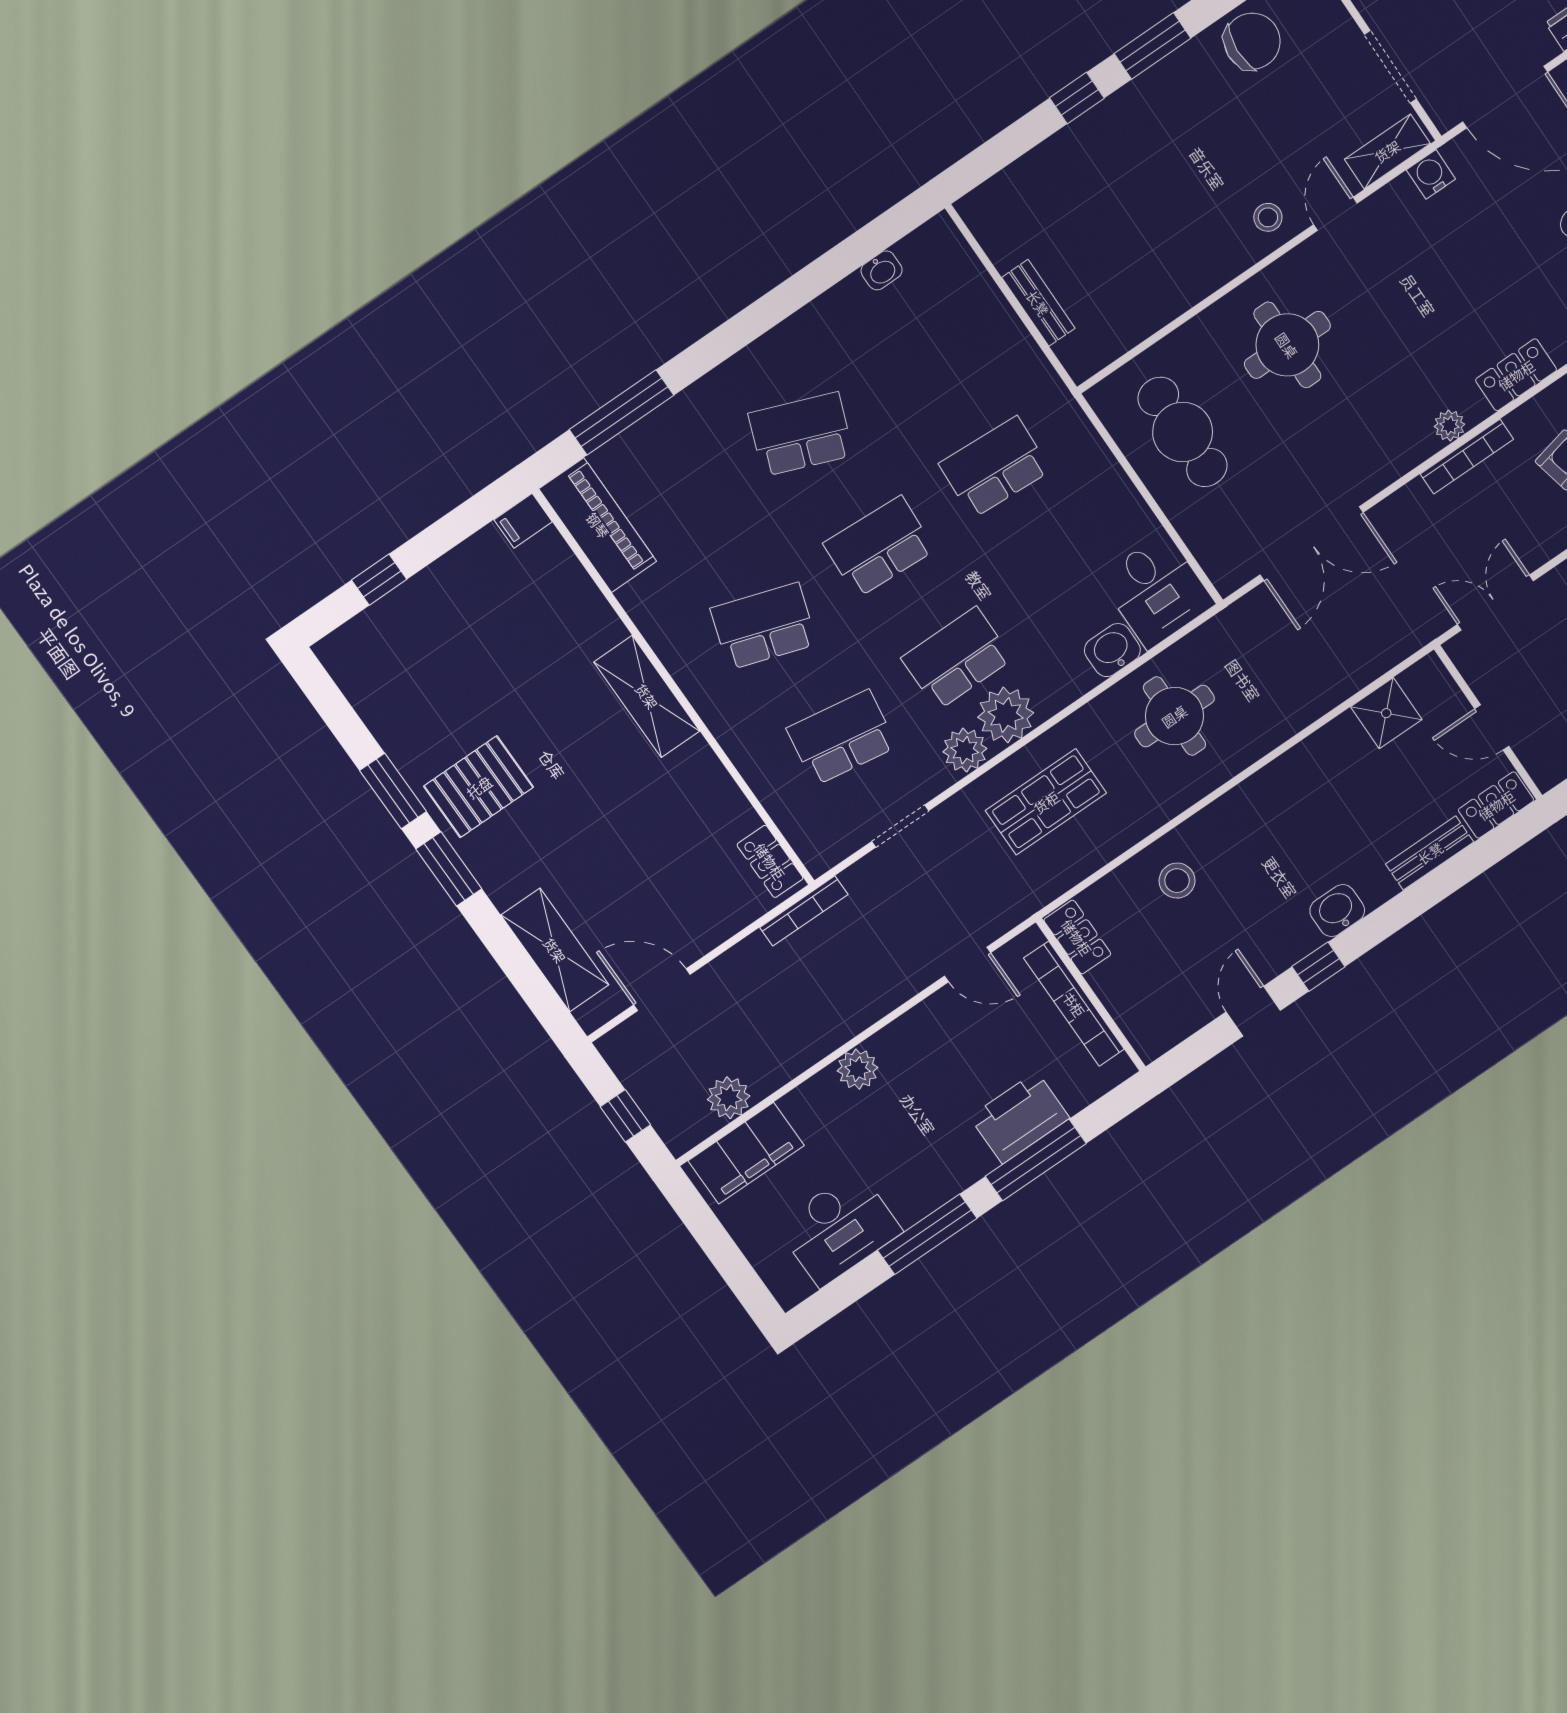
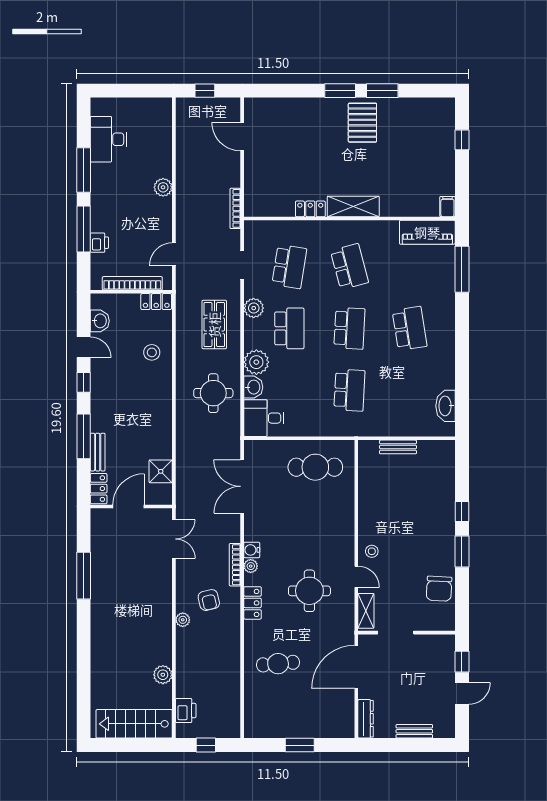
water cooler: (1431, 174) -> (252, 550), moved, turned 180
washbasin: (882, 270) -> (446, 406), width x1.91, depth x1.45
round table: (1287, 345) -> (309, 591), moved
school desk: (801, 434) -> (410, 328), turned -30
school desk: (764, 626) -> (349, 267), turned -33
plant: (1006, 715) -> (256, 362), moved
door: (1492, 728) -> (129, 506), width x1.38
locker: (770, 861) -> (310, 209), moved
window: (1418, 898) -> (84, 436), added
washbasin: (1337, 911) -> (100, 321), moved
shelving: (555, 950) -> (284, 108), removed
door: (662, 990) -> (242, 137), swing flipped
plant: (729, 1098) -> (185, 133), removed
printer: (1020, 1118) -> (99, 243), width x0.53, depth x0.68
filing cabinet: (746, 1153) -> (160, 125), removed

